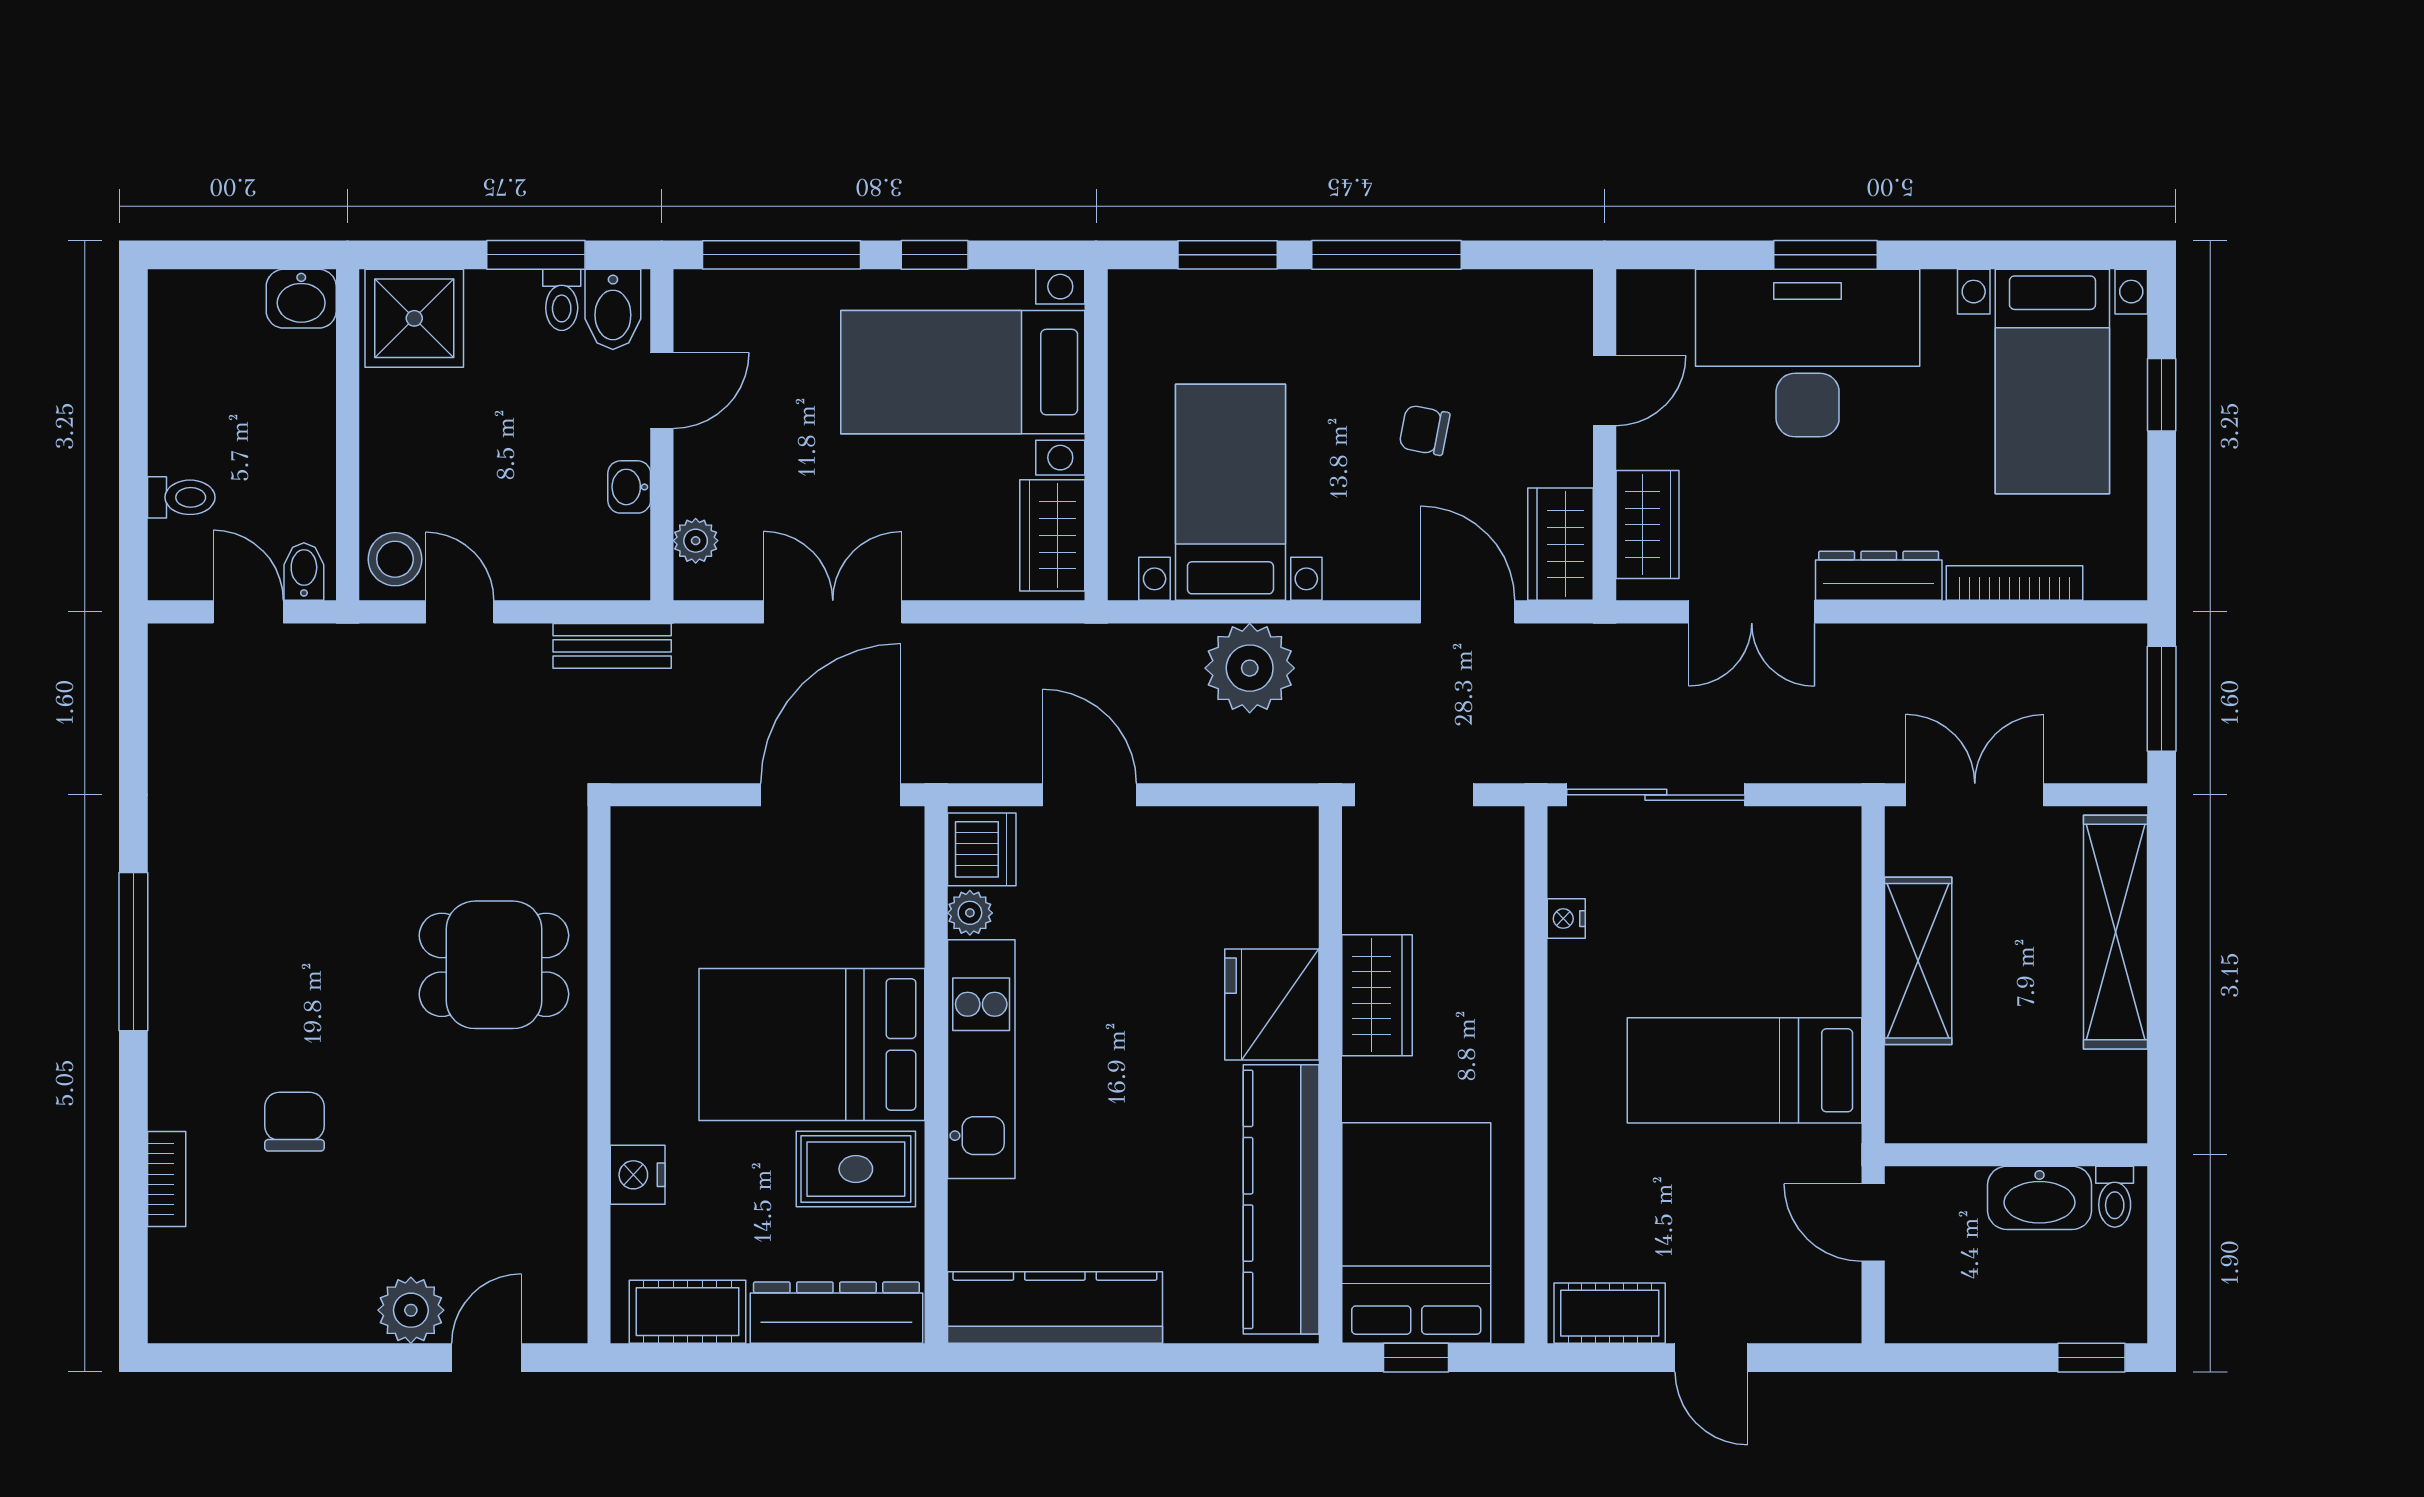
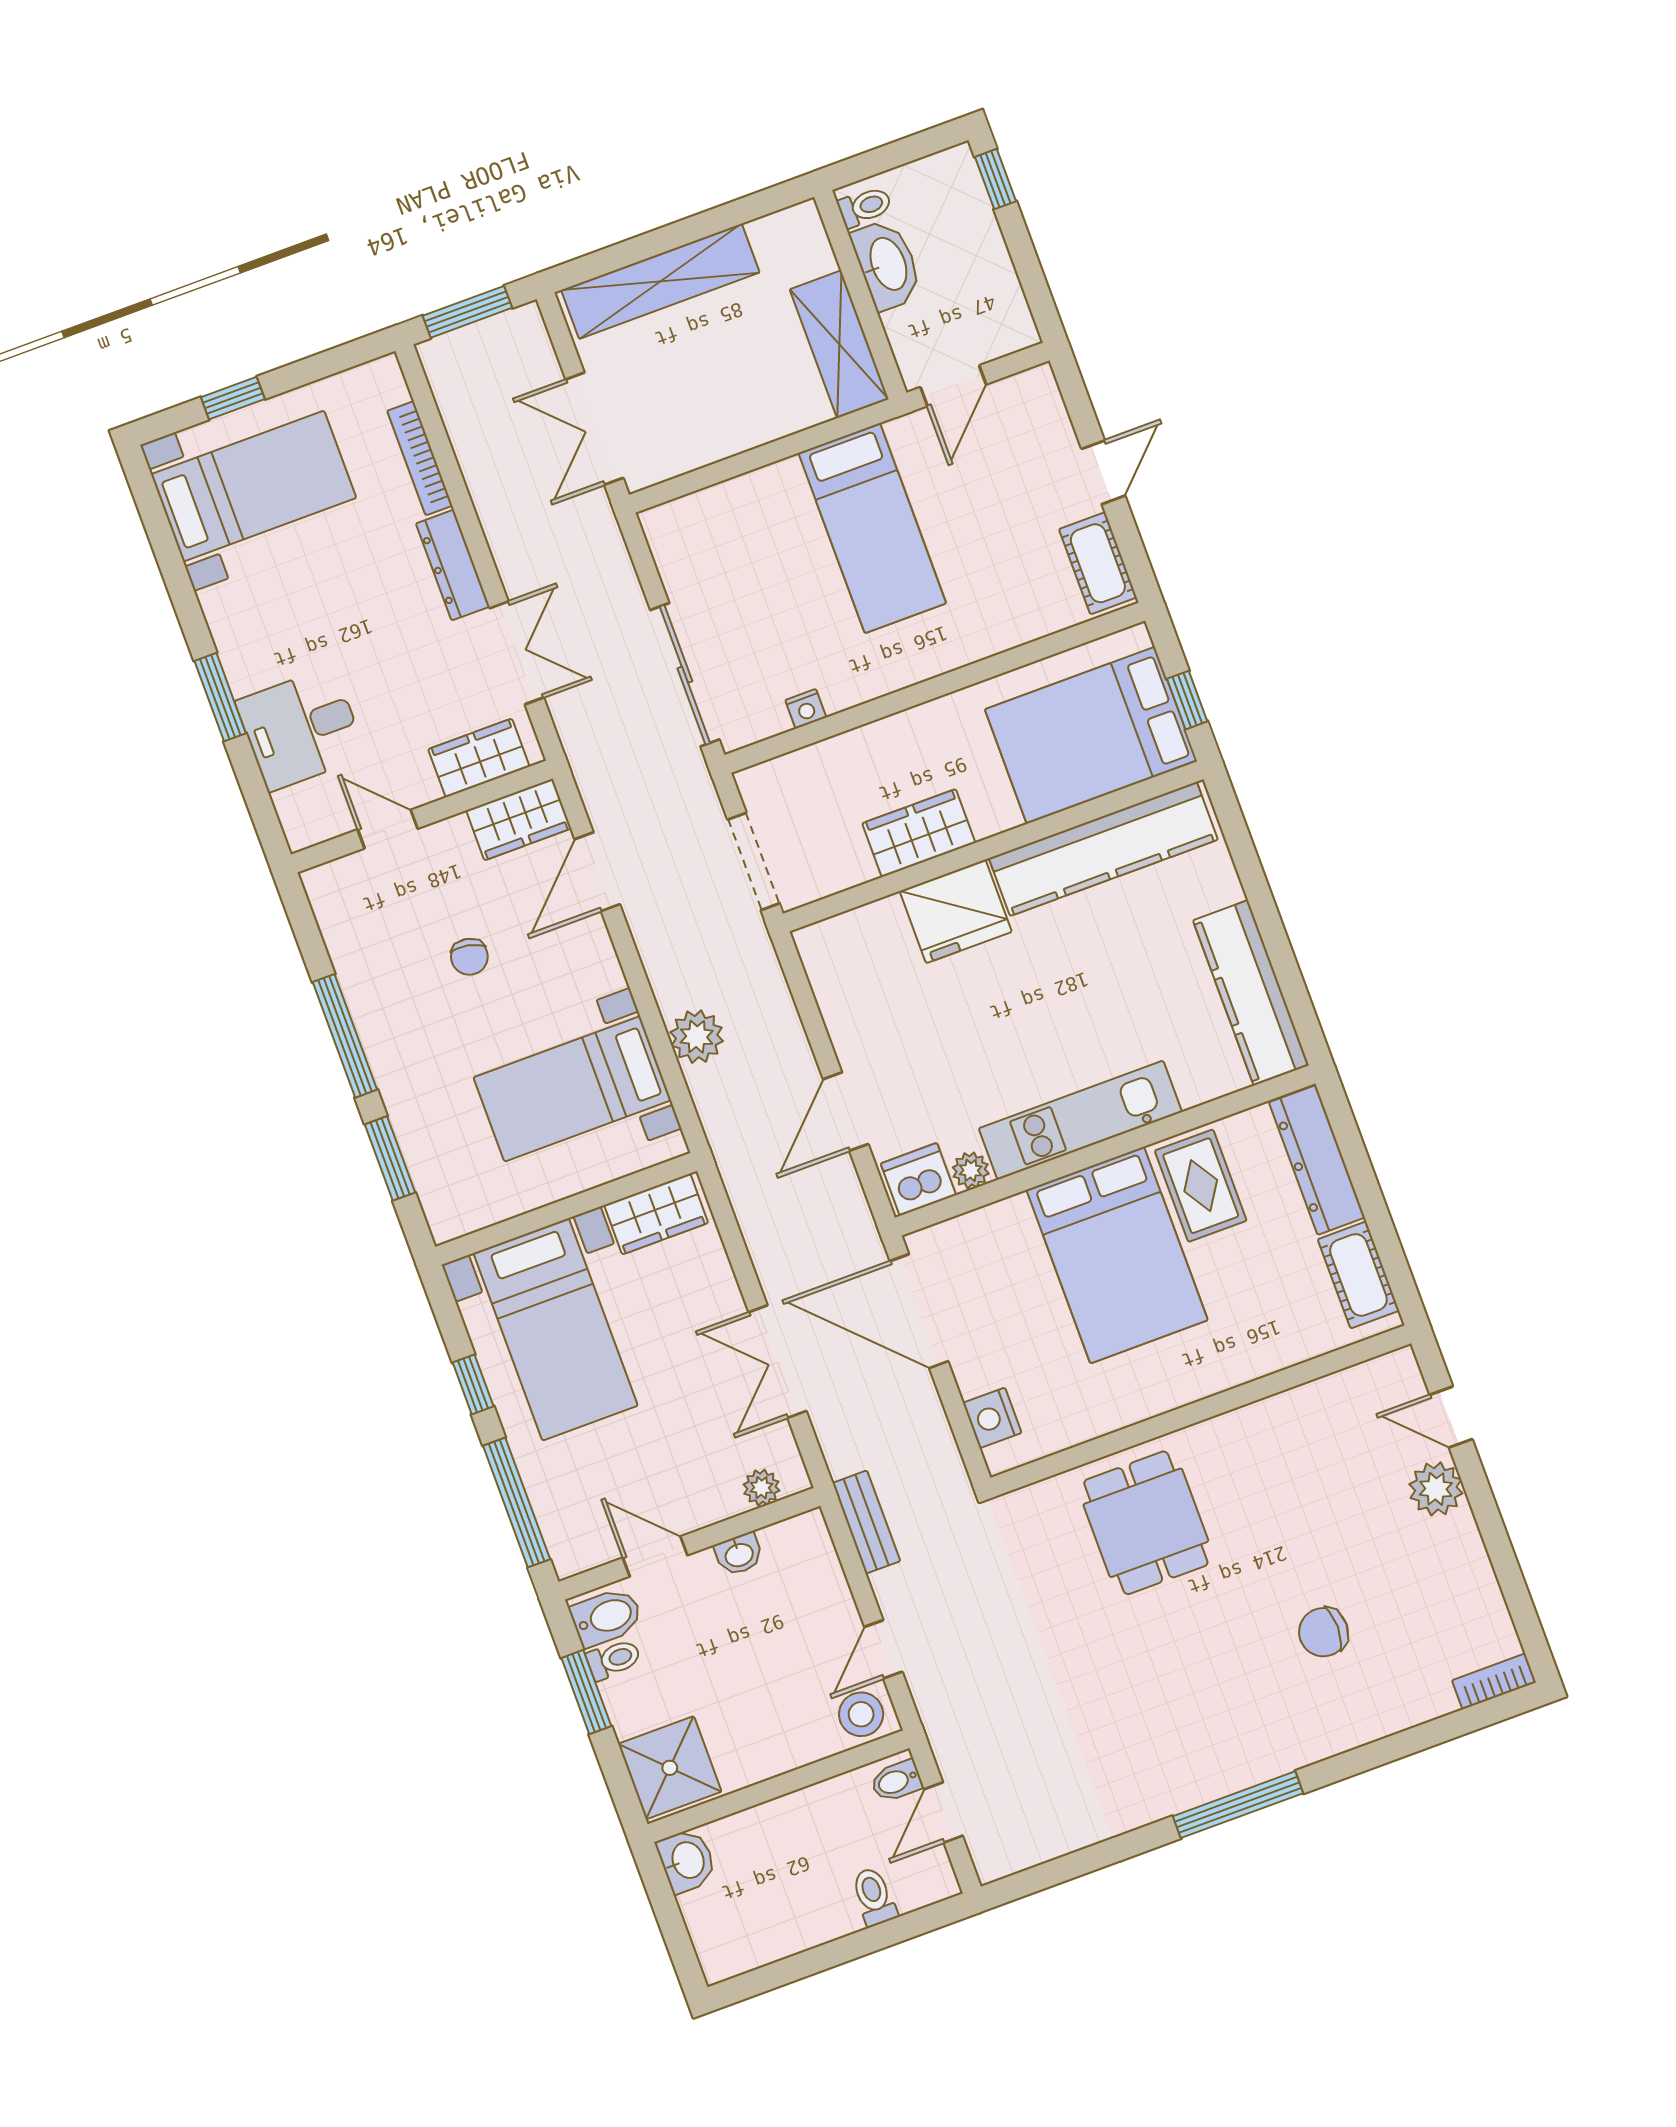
desk: (1808, 353) -> (301, 729), width x0.53, depth x0.77
plant: (1250, 668) -> (697, 1037), width x0.73, depth x0.73
shelving: (1918, 961) -> (839, 344), moved, turned 90
nightstand: (638, 1175) -> (992, 1418), moved, turned 90
bookcase: (167, 1179) -> (1494, 1681), moved

